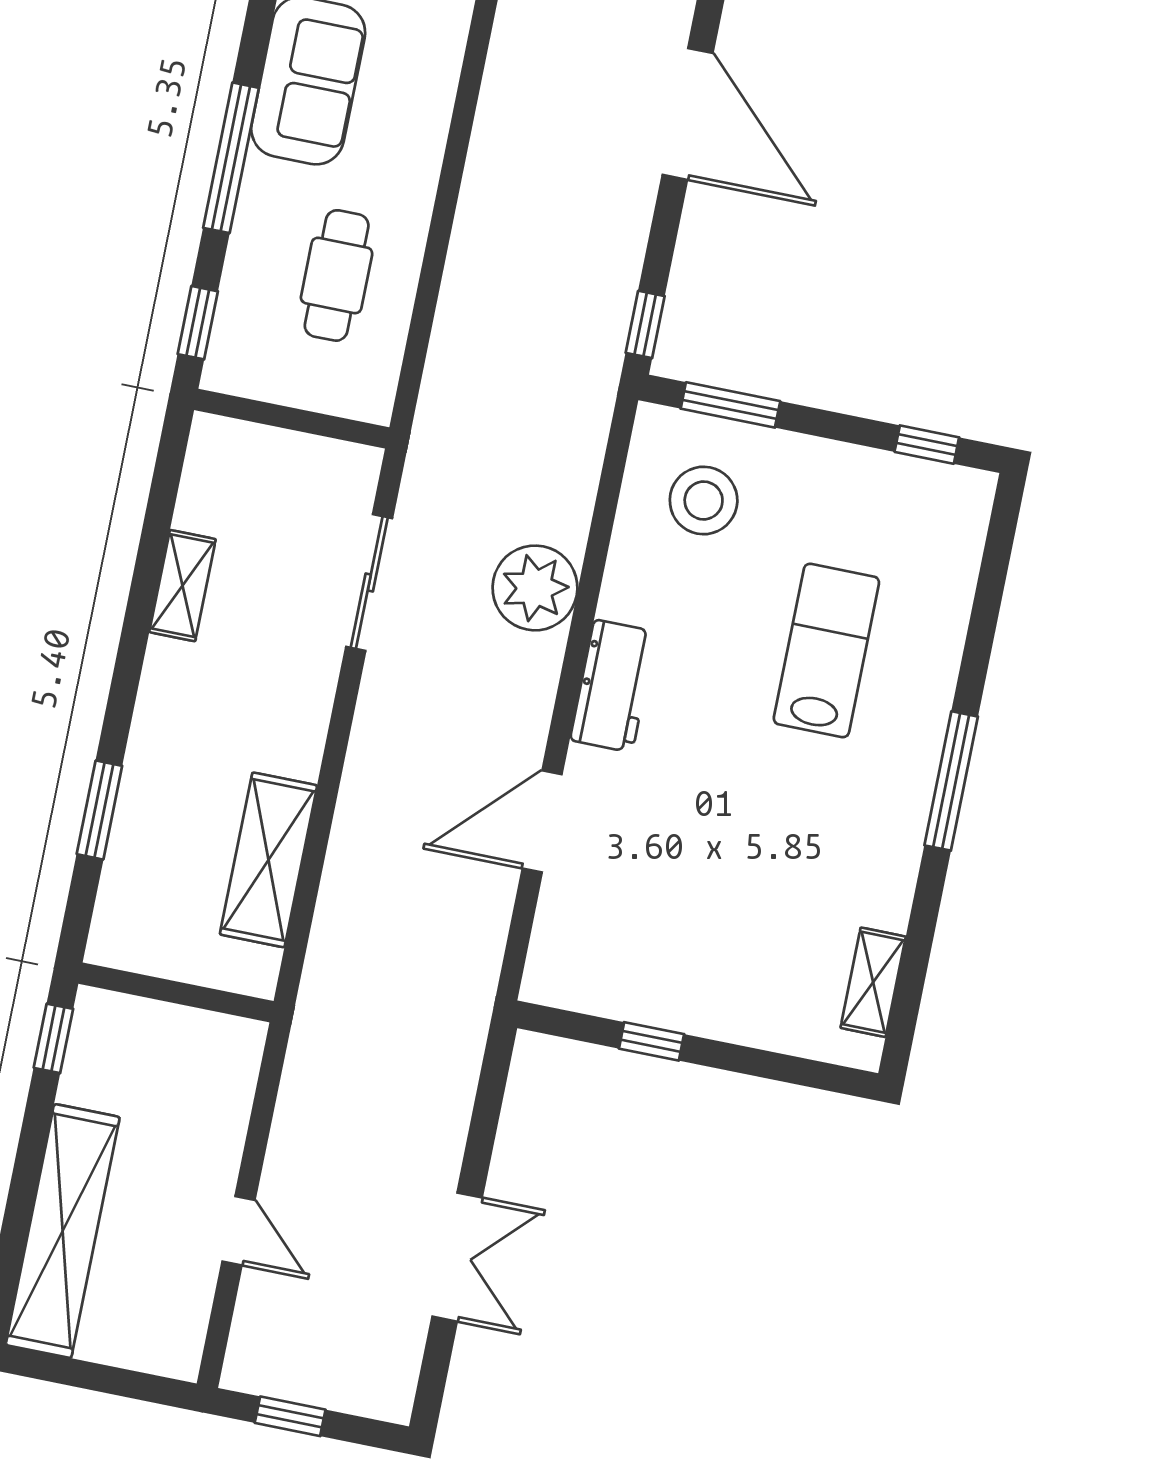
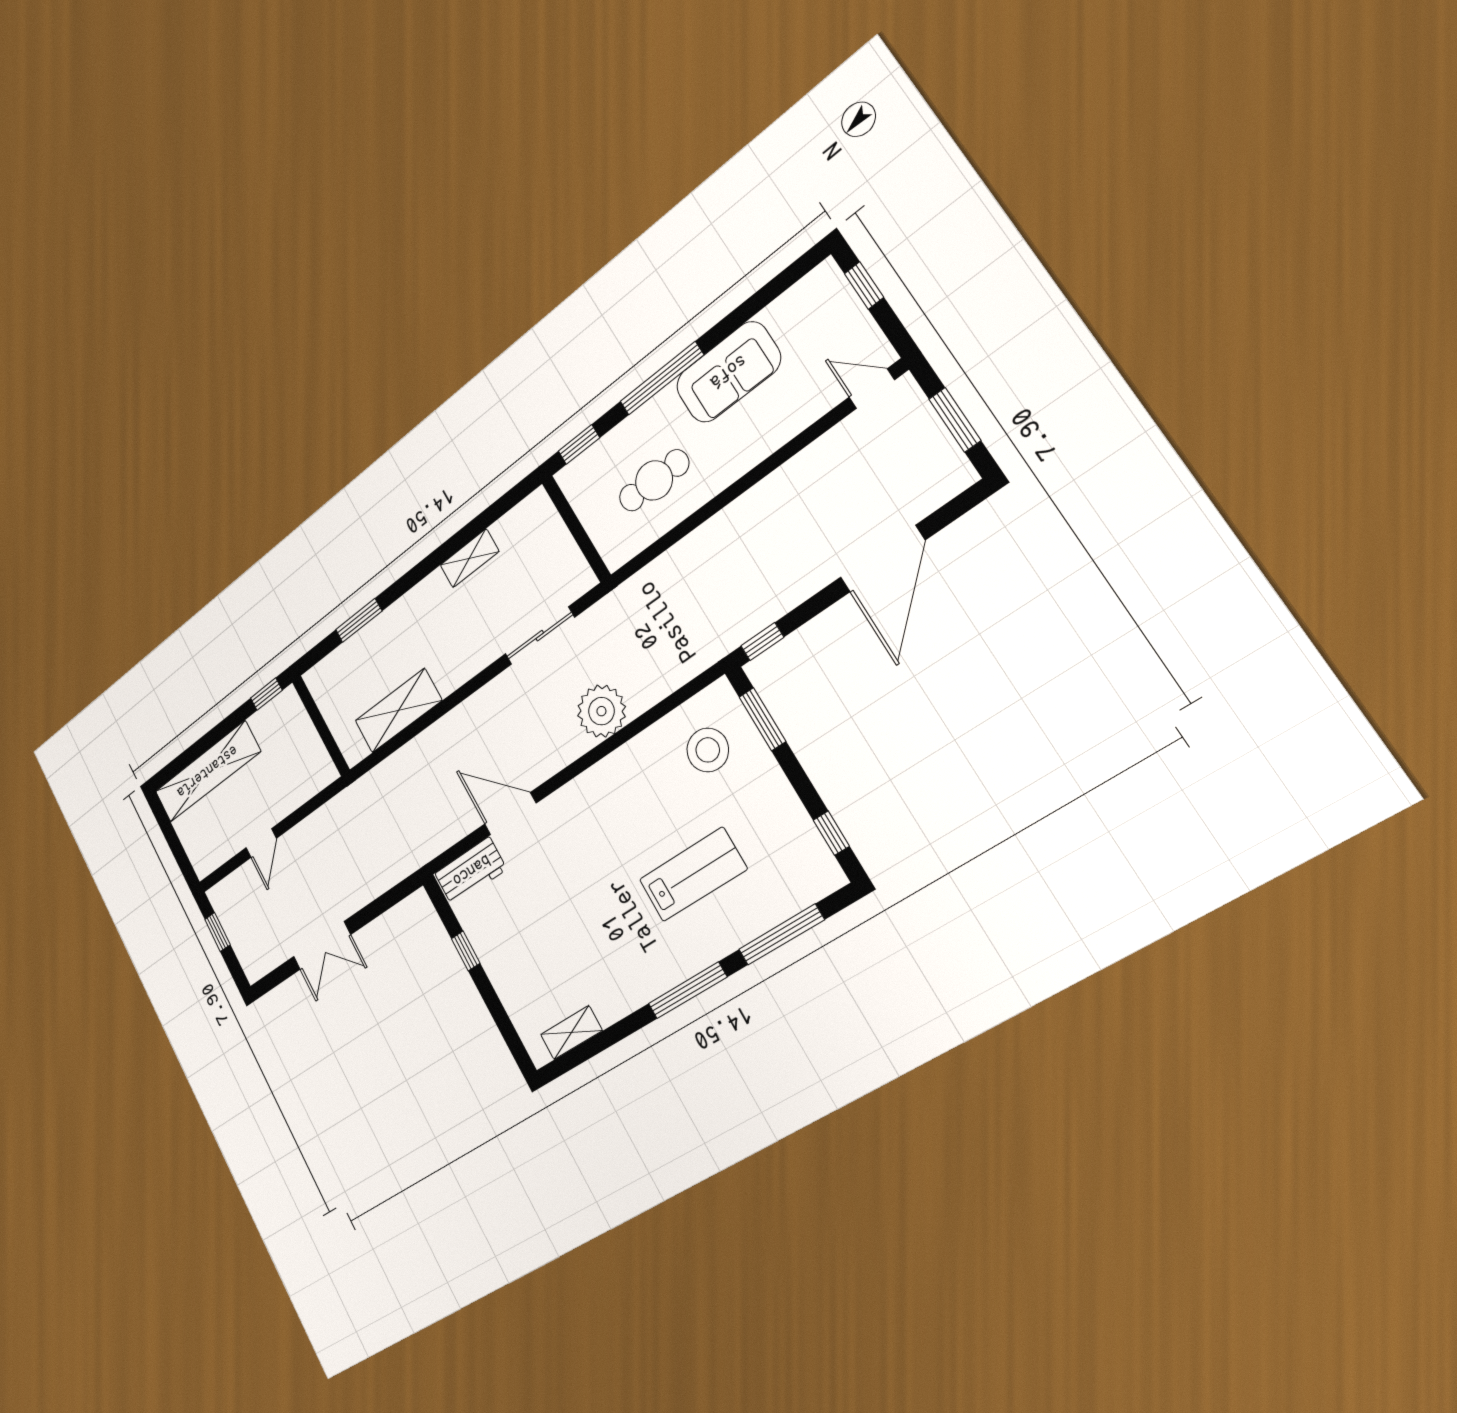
window: (986, 606) -> (781, 935), added
workbench: (613, 686) -> (471, 871), moved

